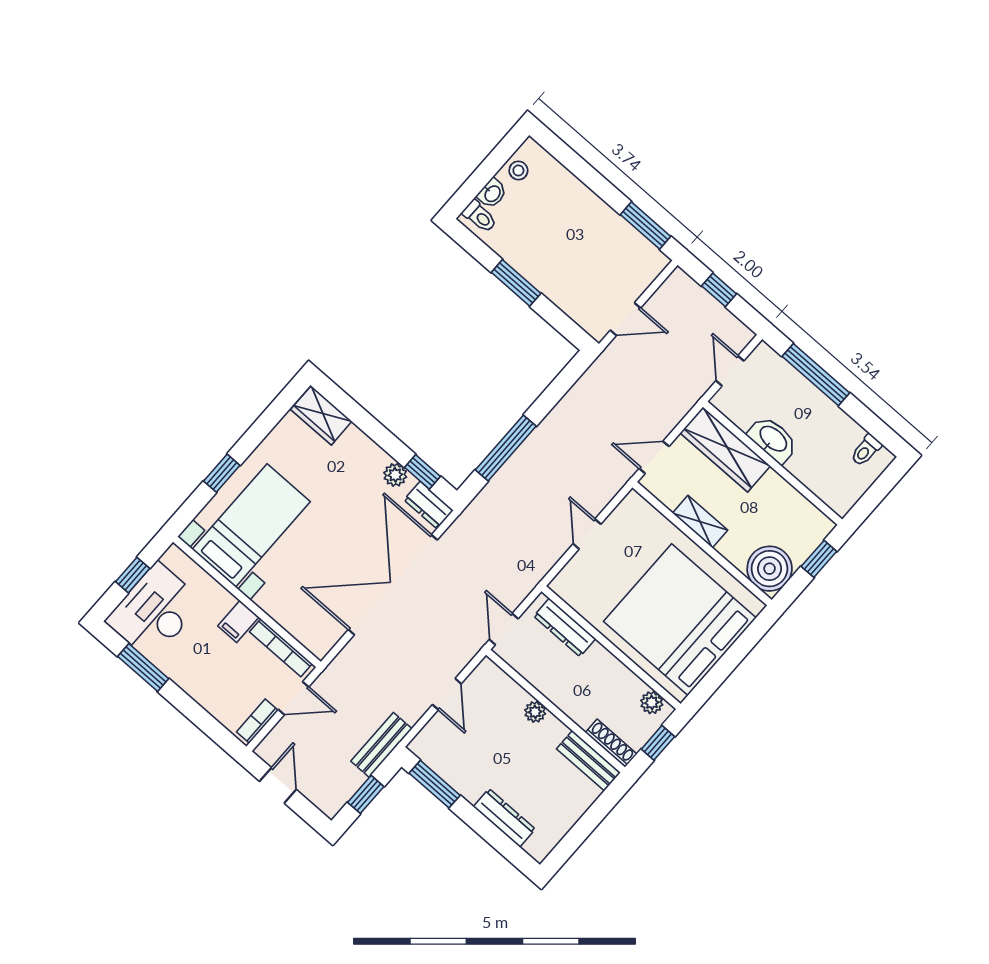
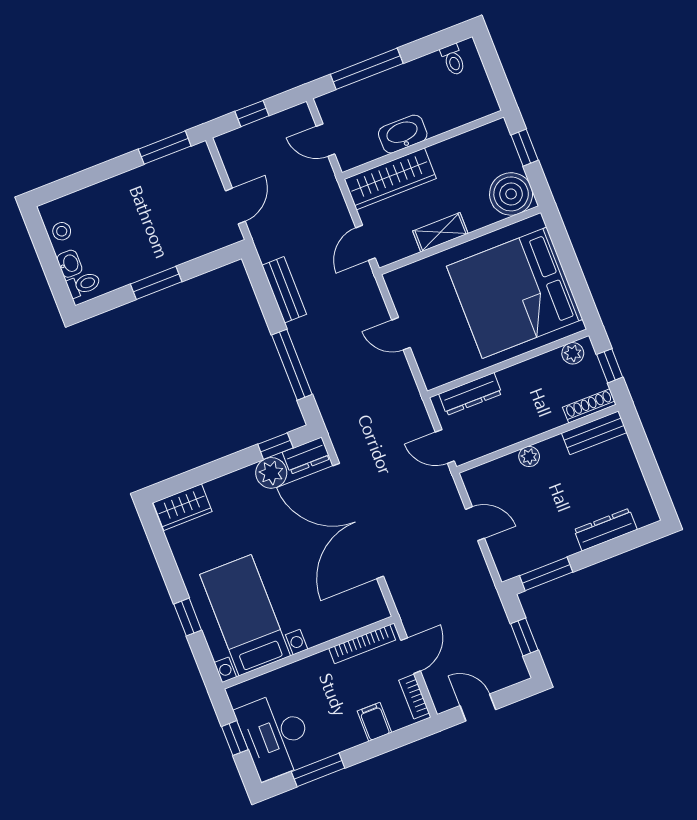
plant: (395, 475) -> (271, 473), width x1.38, depth x1.38
filing cabinet: (238, 622) -> (374, 722), moved, turned 180
bench: (381, 745) -> (284, 290), moved

